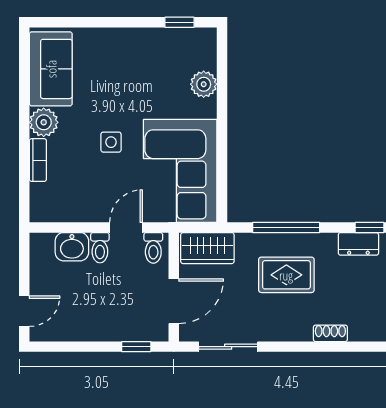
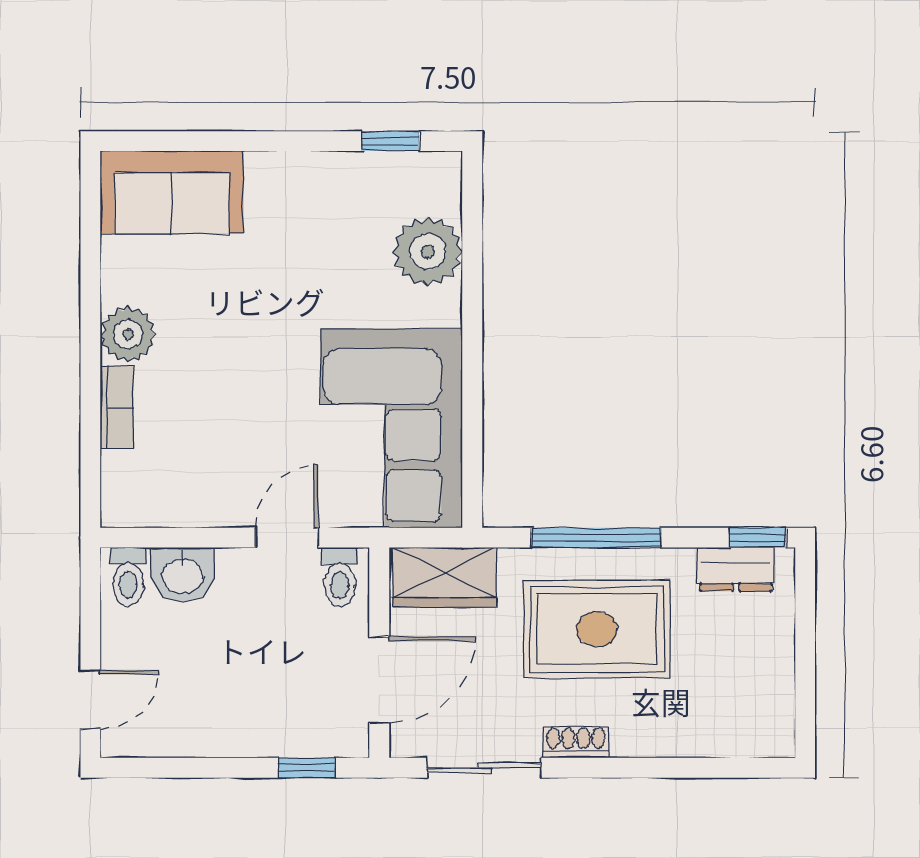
sofa: (51, 69) -> (172, 192), moved, turned 90
plant: (204, 84) -> (428, 251), width x1.36, depth x1.36
side table: (111, 142) -> (258, 373), removed
toilet: (100, 248) -> (128, 577), moved
rug: (286, 275) -> (597, 629), width x1.36, depth x1.43
shoe rack: (330, 333) -> (576, 742), moved

